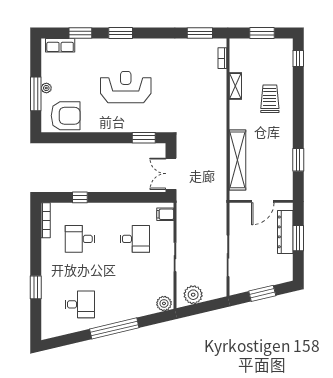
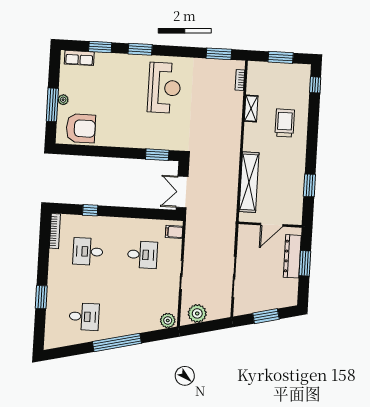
reception desk: (126, 87) -> (164, 88), moved, turned 90

